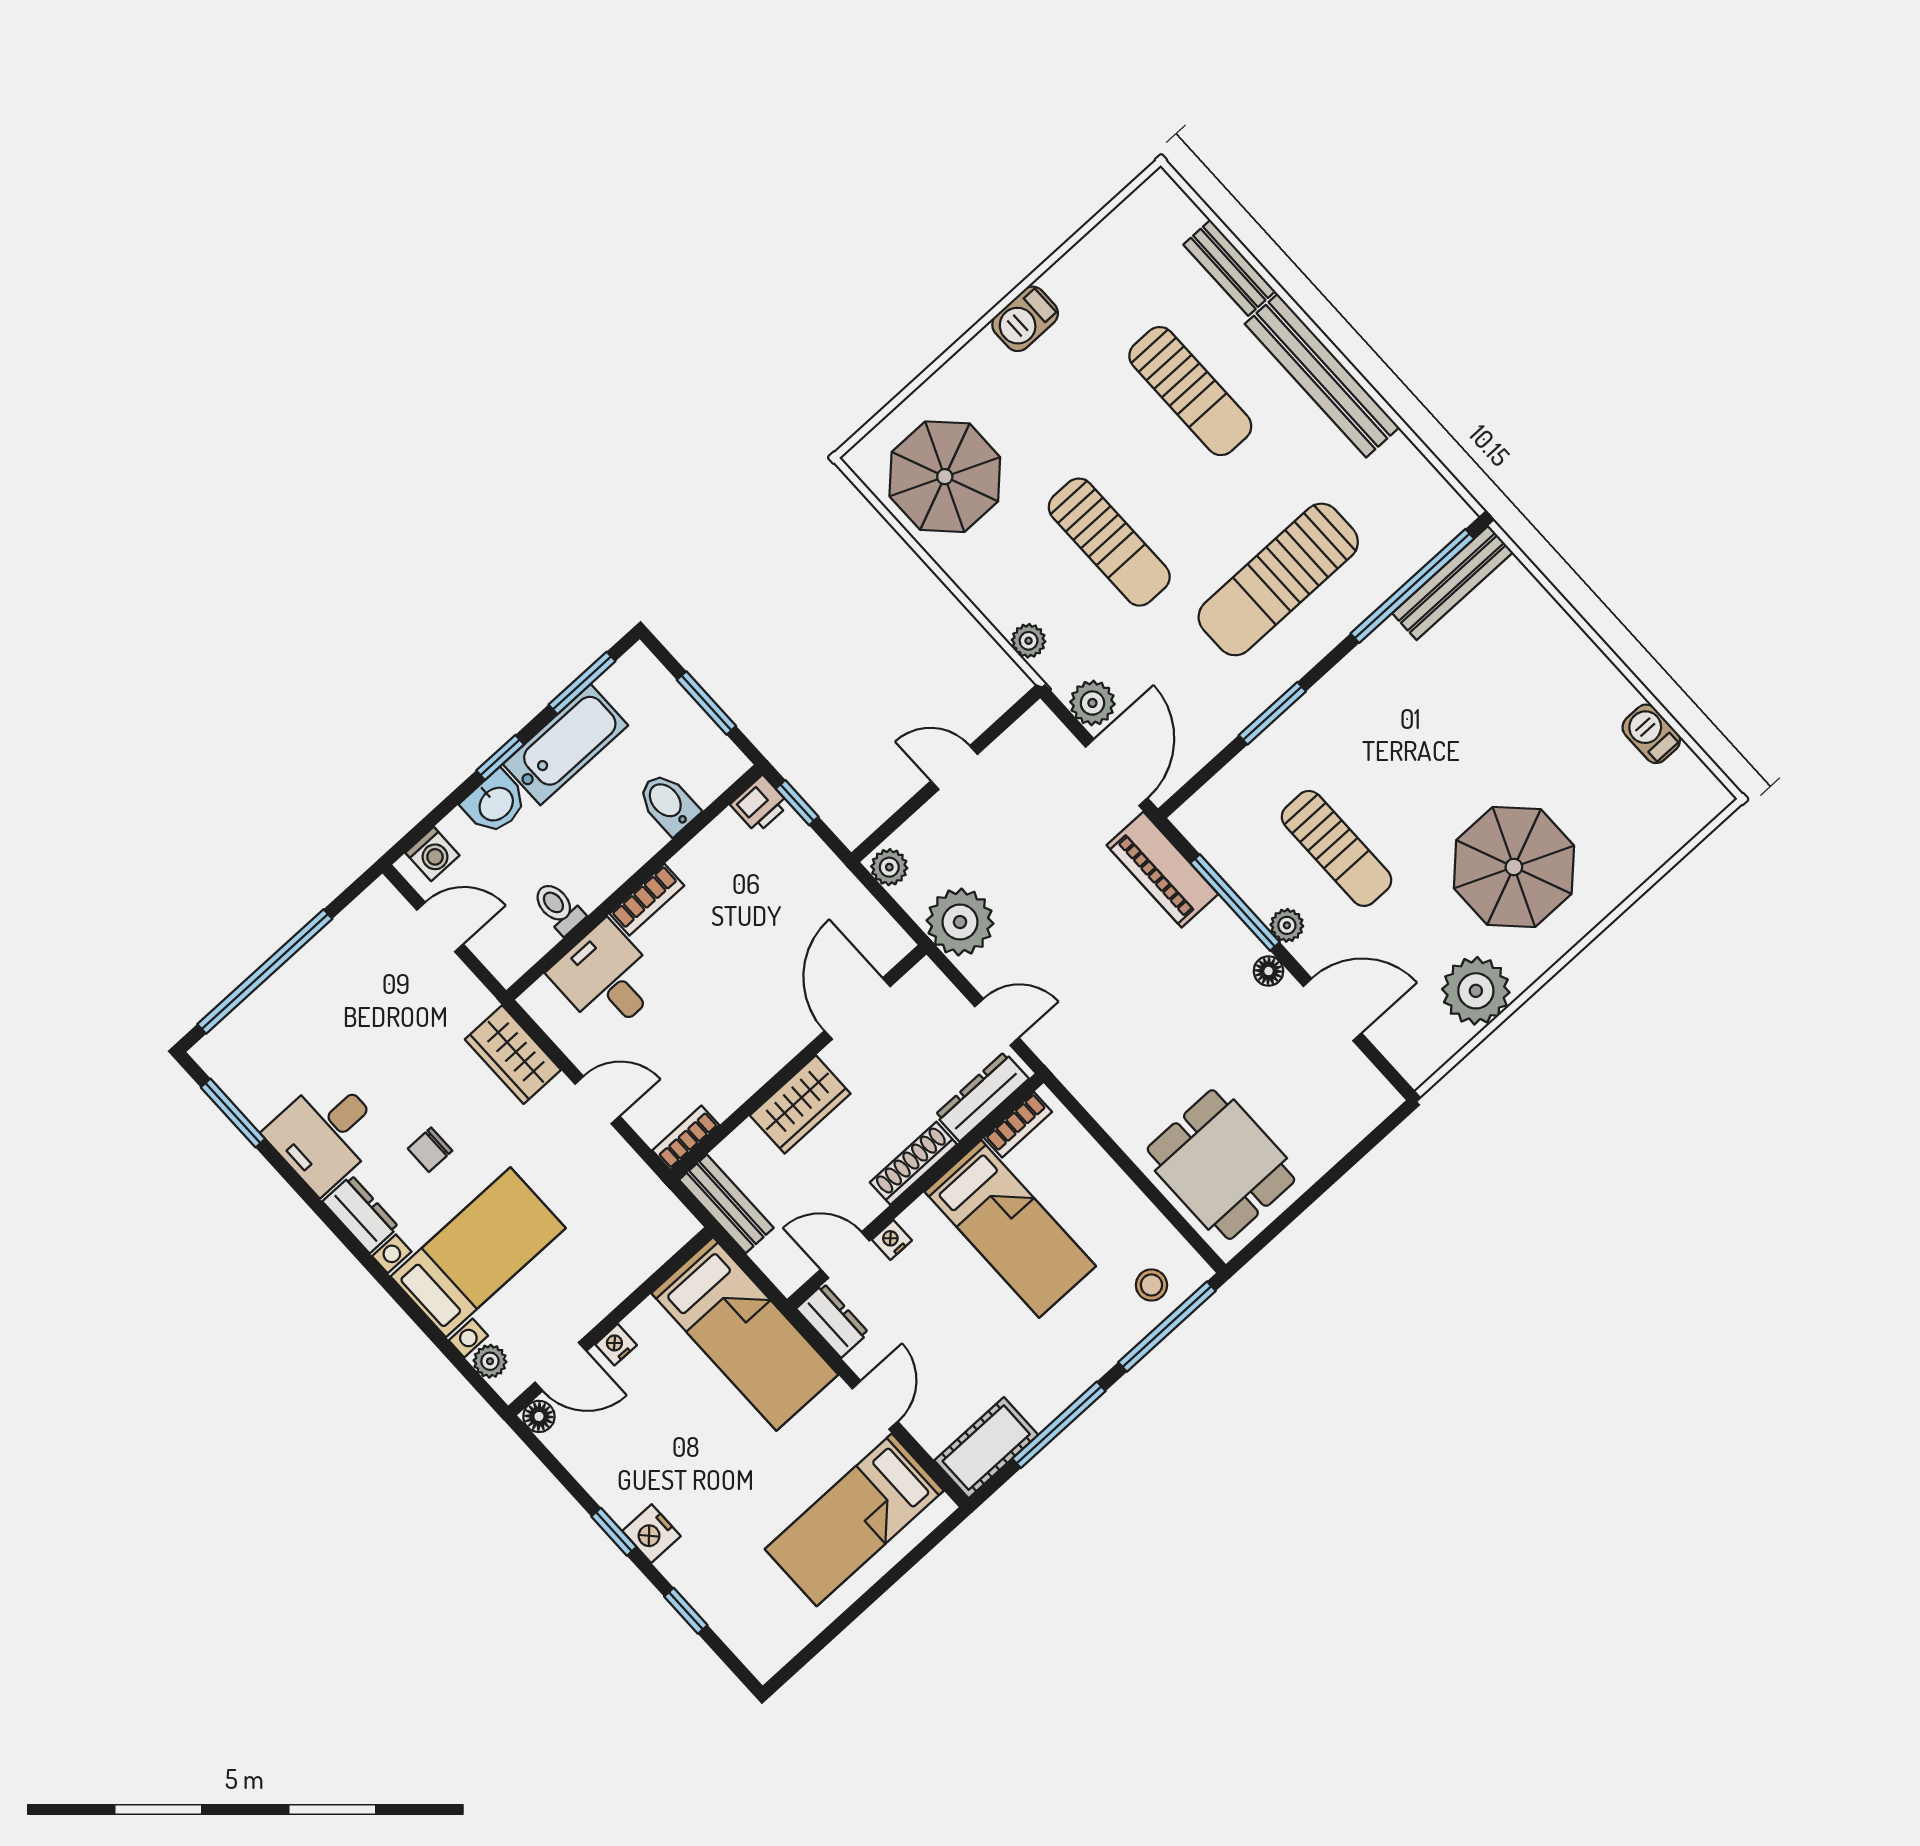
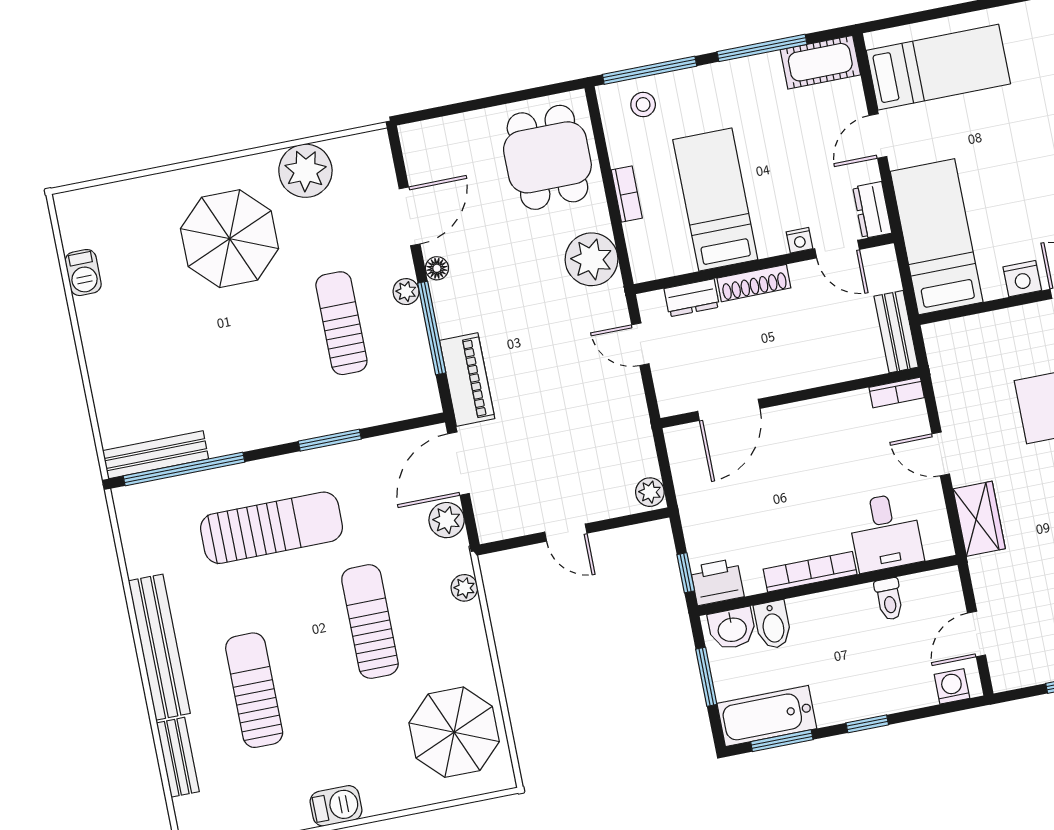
bathtub: (565, 745) -> (767, 716), moved
washbasin: (495, 803) -> (732, 629), moved, turned 180
printer: (760, 804) -> (717, 582), width x1.36, depth x1.24
bookcase: (647, 900) -> (810, 572), width x1.56
plant: (960, 922) -> (591, 259), moved
door: (440, 927) -> (976, 634), hinge flipped
door: (1332, 1010) -> (410, 216), swing flipped
dresser: (982, 1097) -> (692, 298), width x0.70
wardrobe: (800, 1104) -> (806, 369), removed
bookcase: (1018, 1125) -> (627, 194), moved, turned 90
nightstand: (616, 1345) -> (1022, 279), width x1.39, depth x1.35

